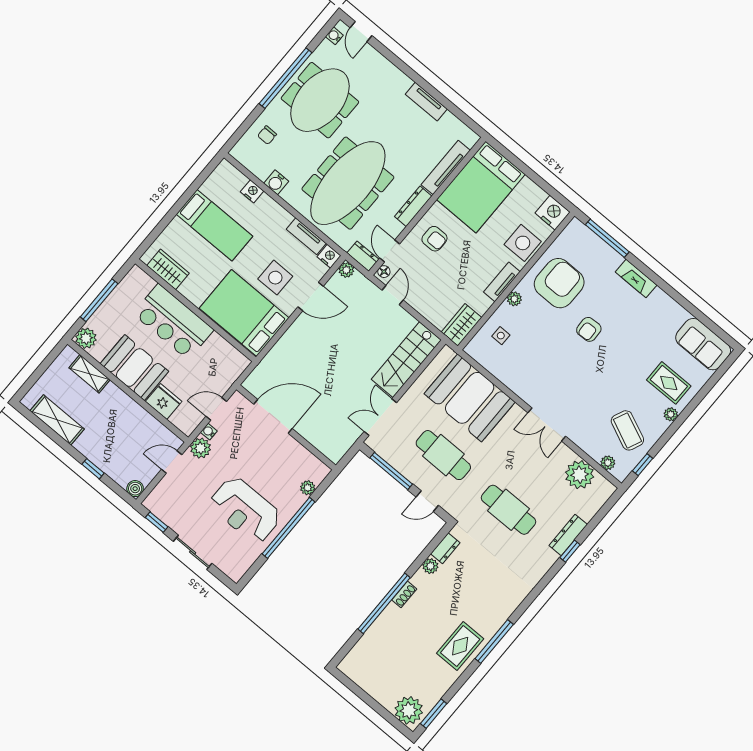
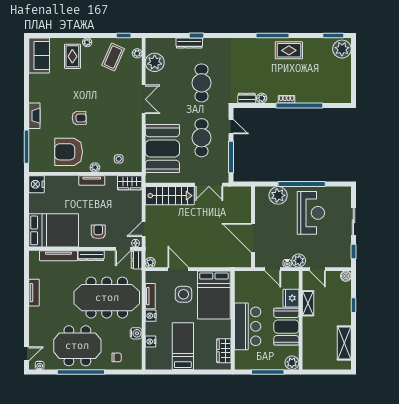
side table: (523, 243) -> (64, 186), removed
nightstand: (329, 256) -> (151, 316), moved
shelving: (90, 374) -> (308, 303), moved
plant: (308, 488) -> (278, 195), width x1.87, depth x1.87

